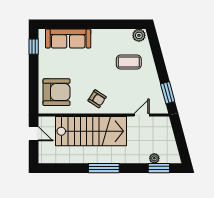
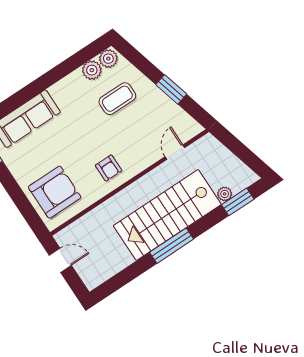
plant: (125, 36) -> (92, 70), added
window: (168, 93) -> (171, 89), moved
armchair: (97, 99) -> (109, 168), turned 57
stairs: (91, 131) -> (167, 215), moved, turned 180

